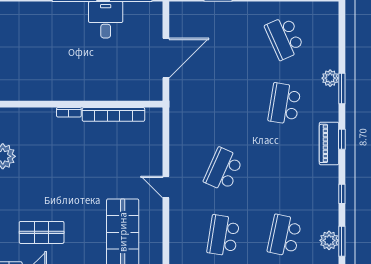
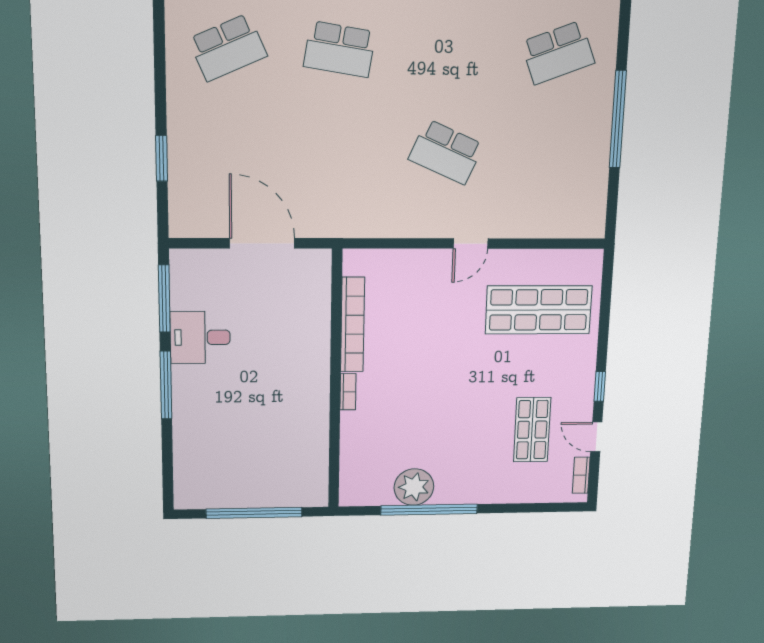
school desk: (223, 236) -> (552, 153), removed
school desk: (284, 236) -> (558, 53), turned -33

